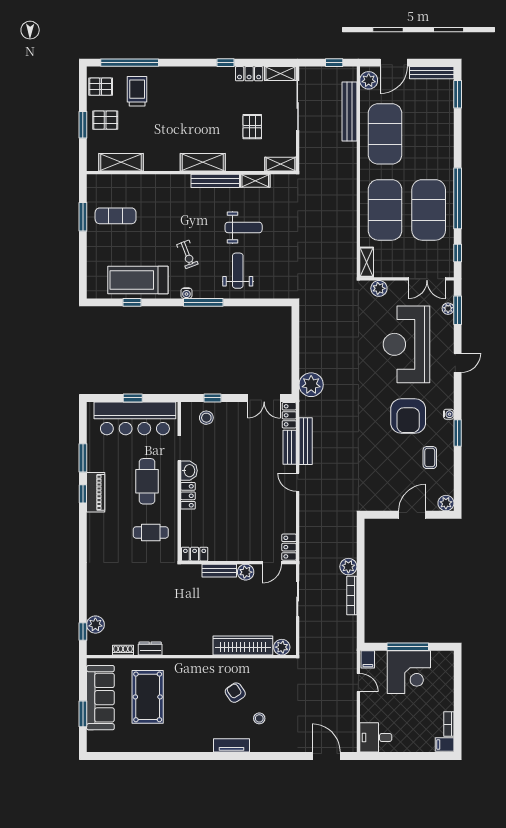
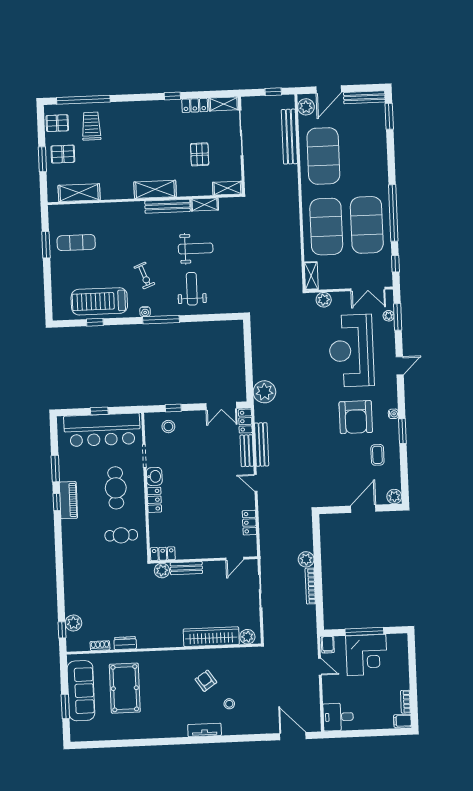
locker: (289, 547) -> (249, 523), moved
plant: (246, 572) -> (162, 570), moved

